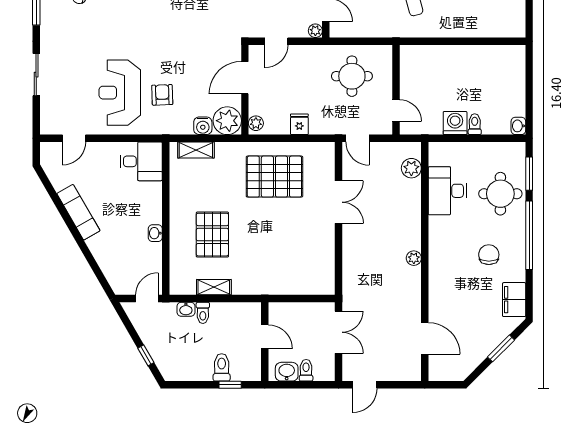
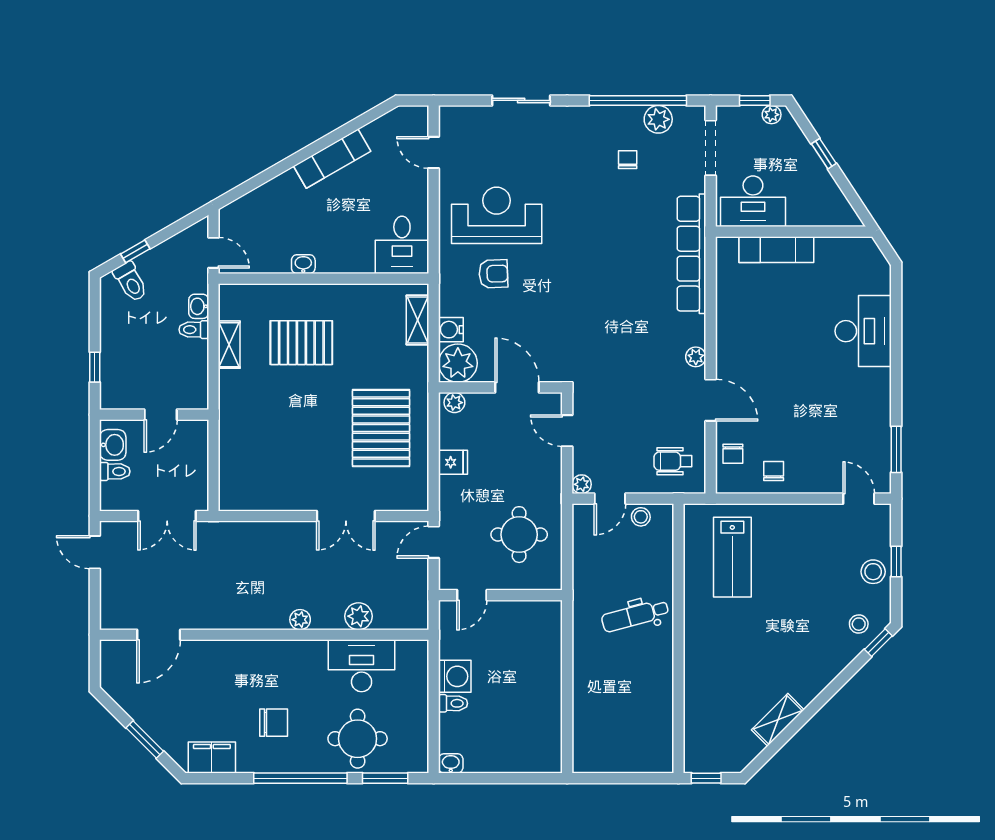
plant: (411, 168) -> (359, 616), moved
plant: (414, 258) -> (300, 620), moved
toilet: (222, 367) -> (131, 282), moved, turned 60

